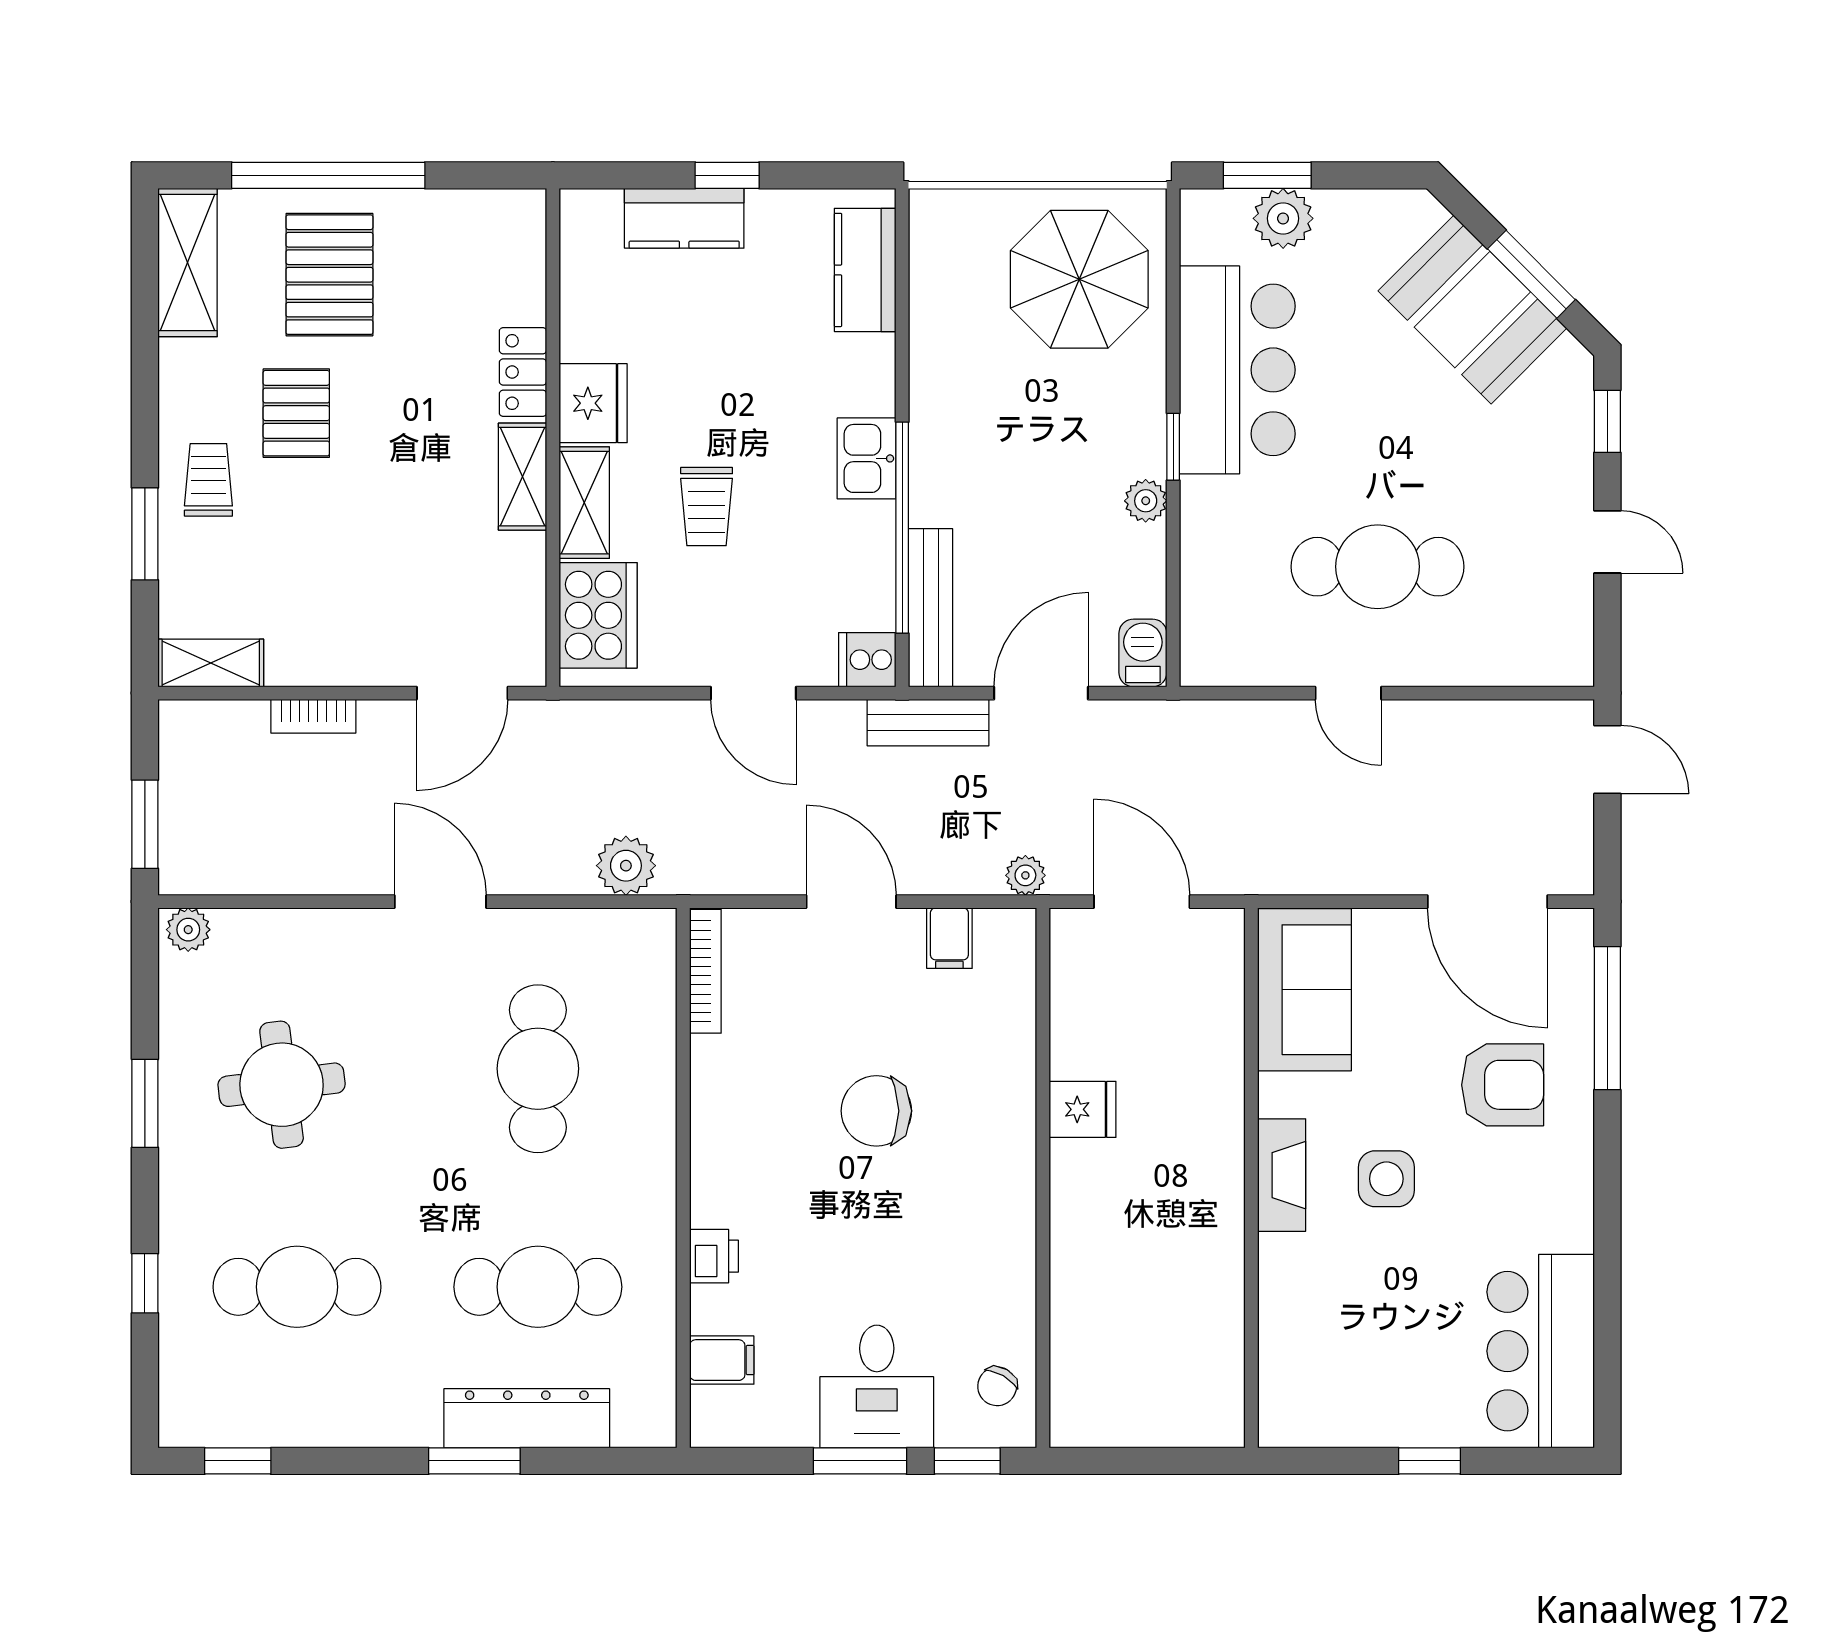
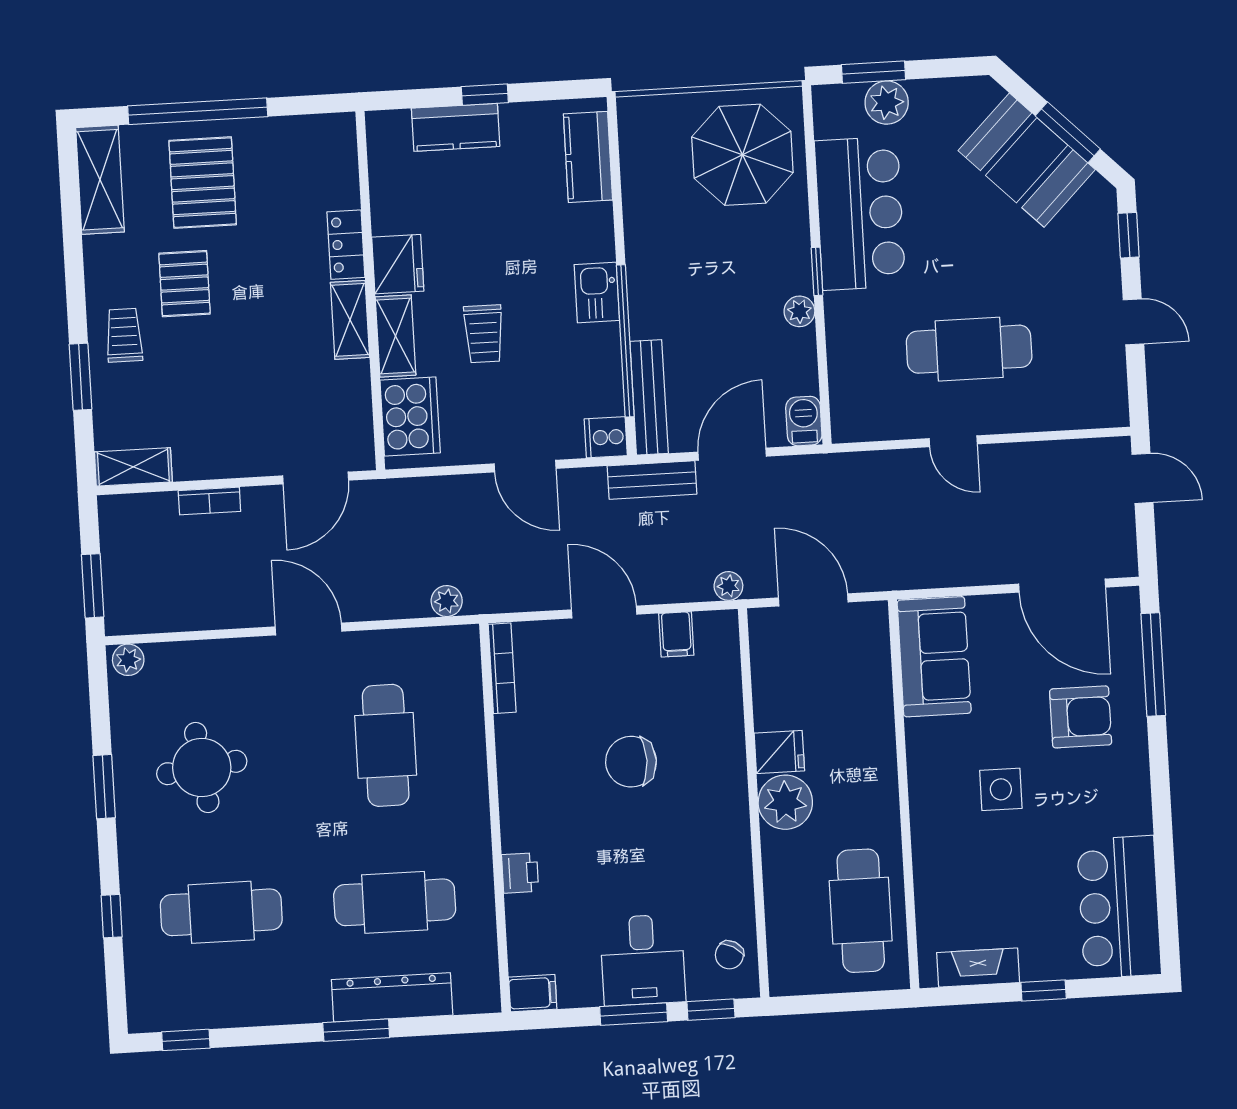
plant: (626, 866) -> (447, 601), width x0.73, depth x0.73
fireplace: (1282, 1175) -> (978, 968), moved, turned -90
plant: (1087, 1179) -> (785, 802), added
cafe table: (1183, 1336) -> (861, 911), added
filing cabinet: (722, 1360) -> (533, 993), moved

